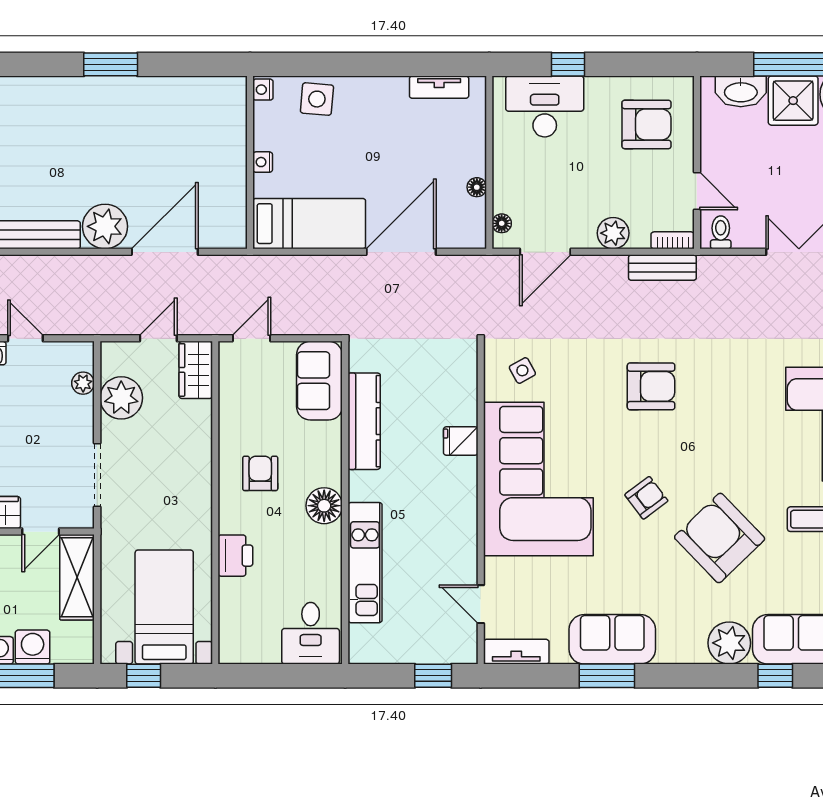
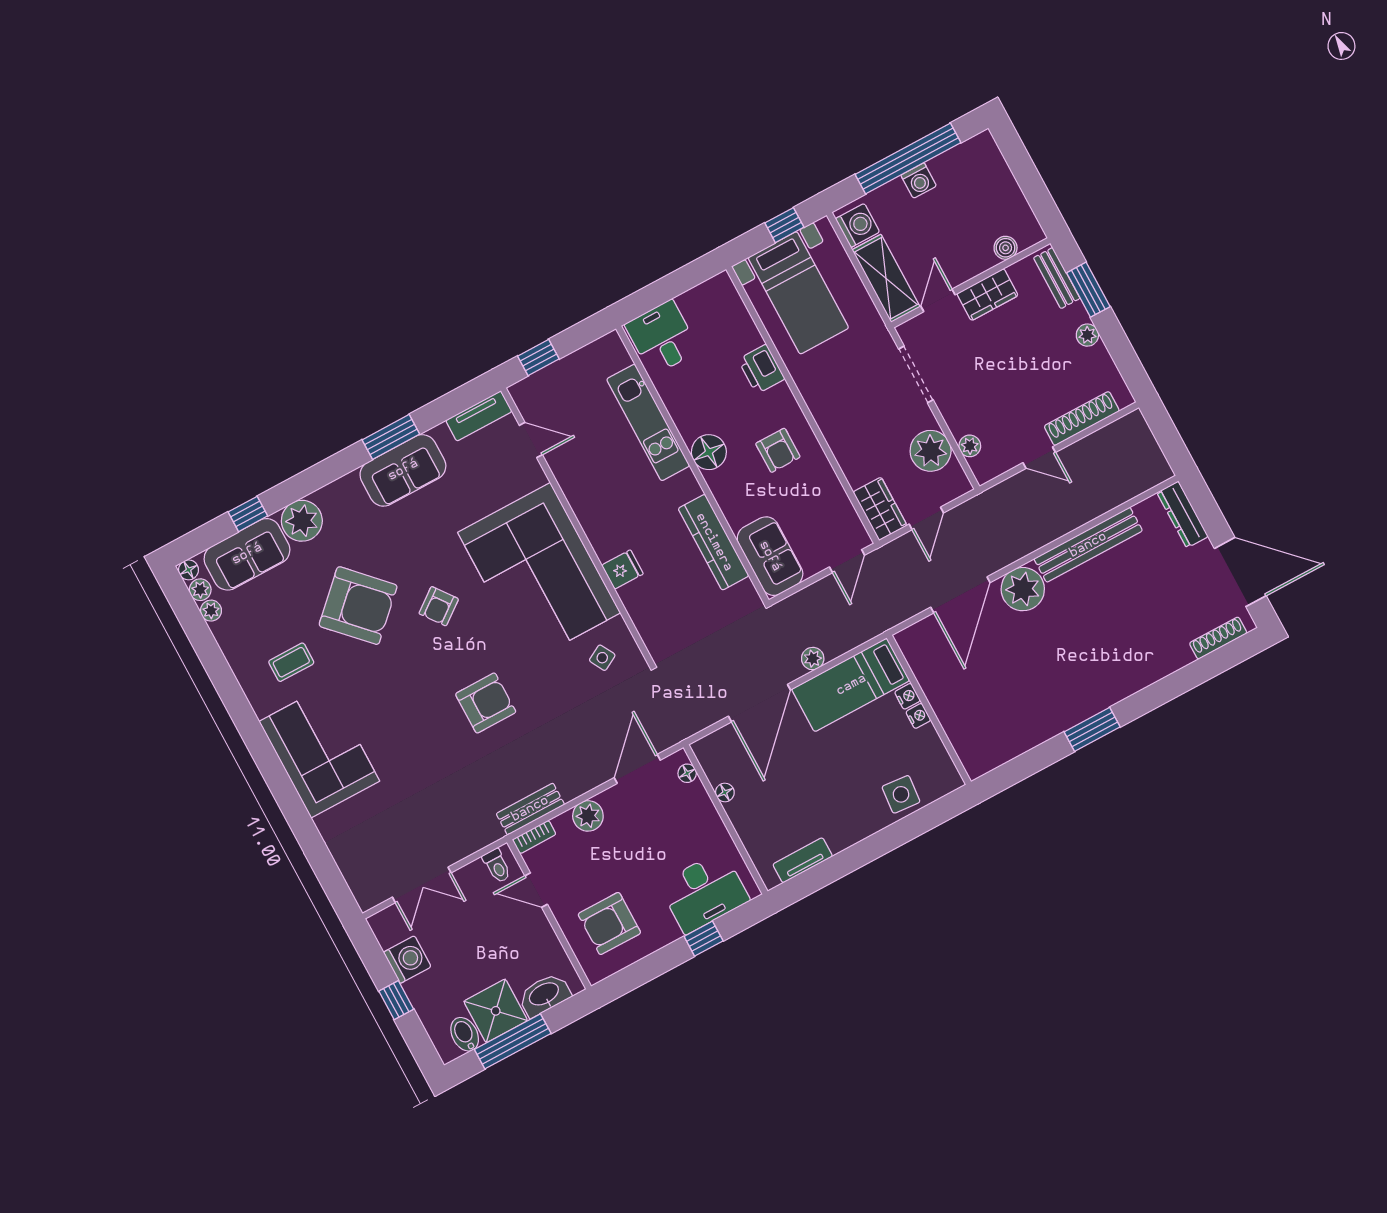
nightstand: (263, 90) -> (907, 696), moved
plant: (331, 266) -> (813, 659), added
armchair: (651, 386) -> (486, 703), turned 180
washing machine: (33, 647) -> (858, 225), moved, turned -90

